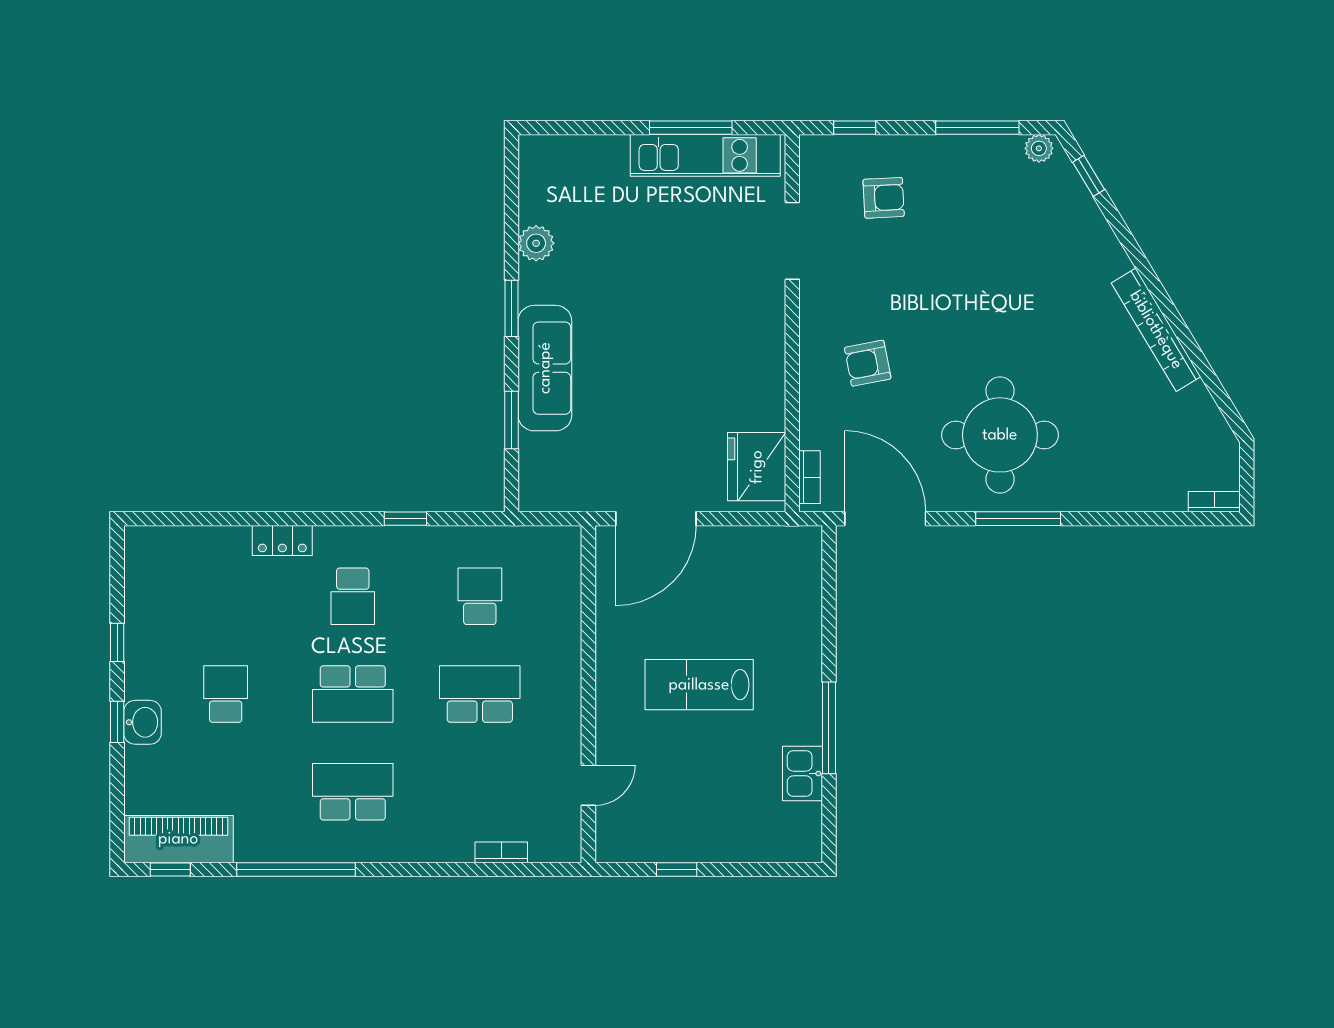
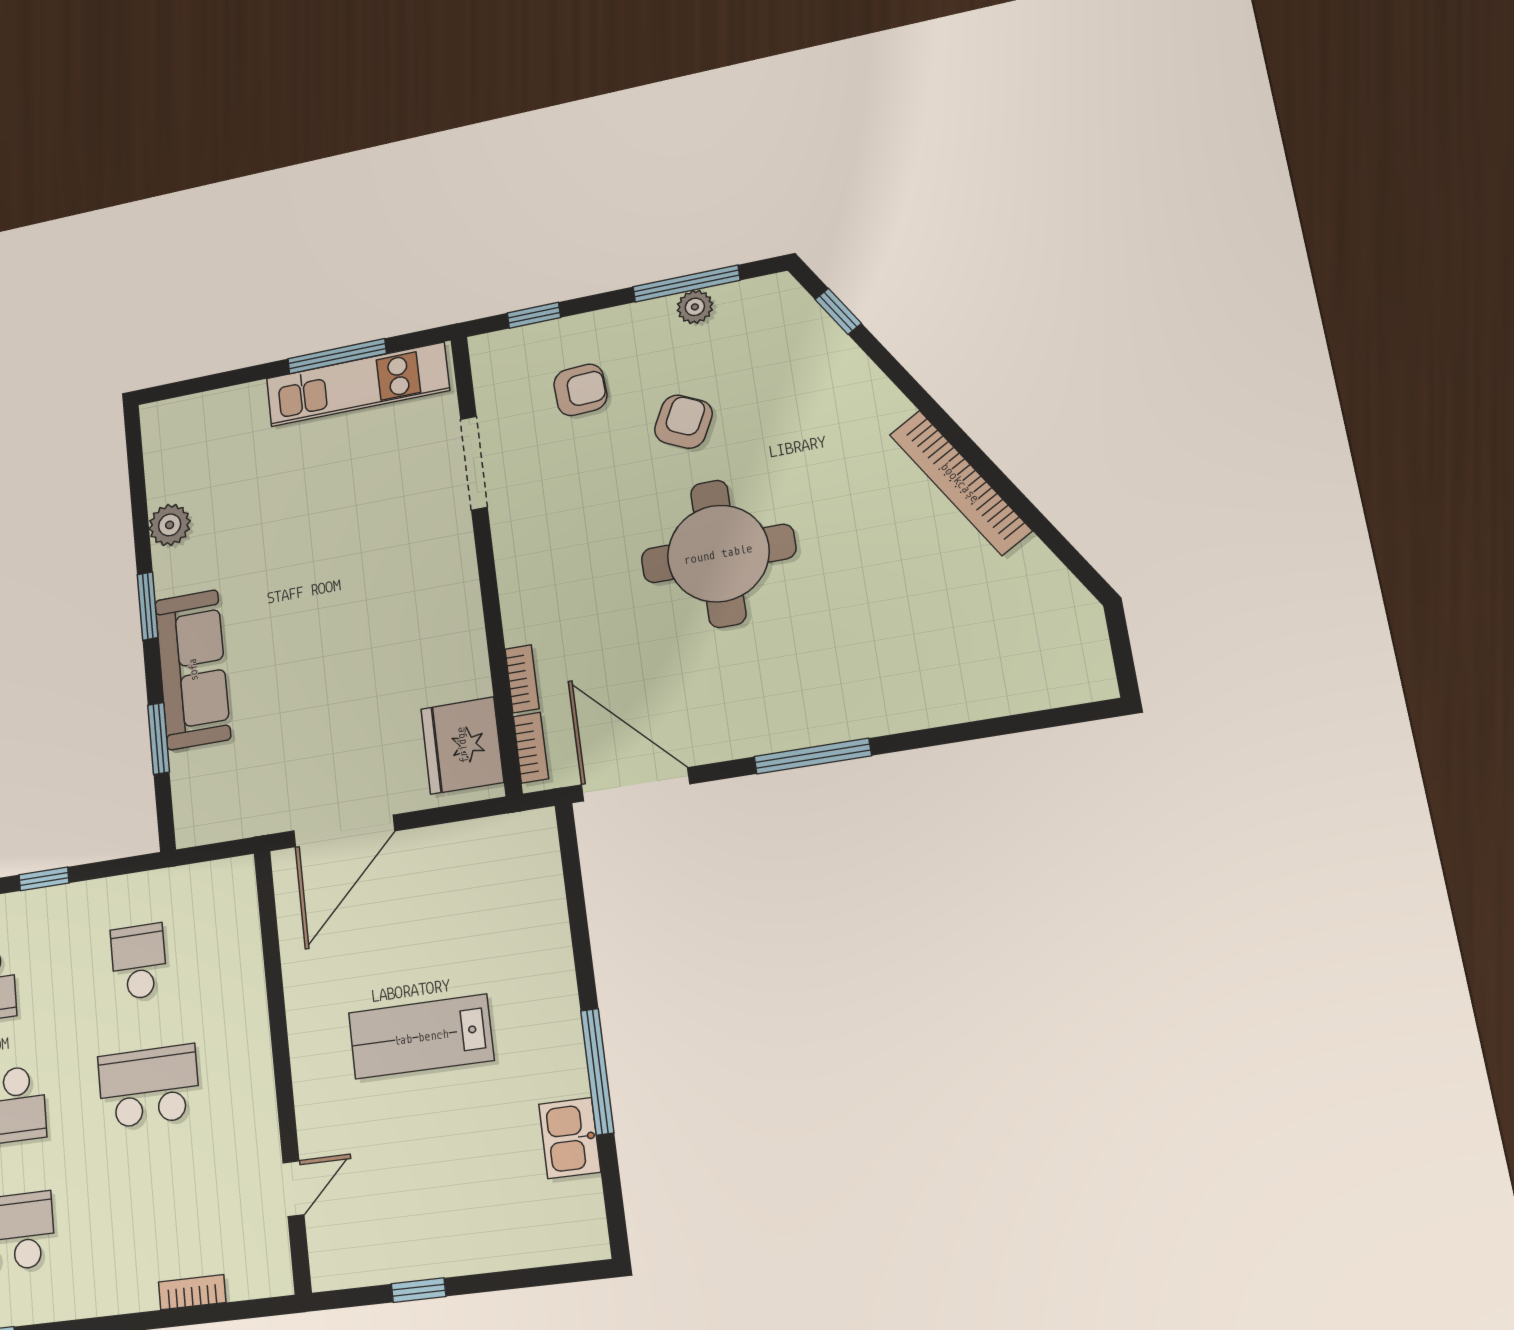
plant: (1039, 148) -> (695, 307), moved
armchair: (868, 363) -> (683, 422), moved, turned 127
round table: (1000, 435) -> (718, 554), moved
bookcase: (1214, 502) -> (522, 679), moved, turned 90

